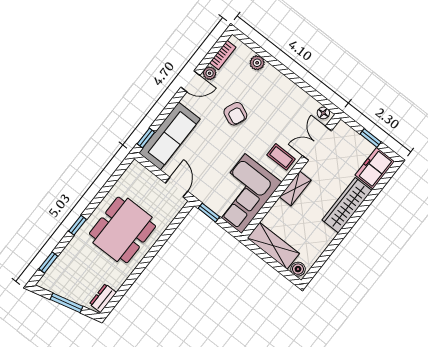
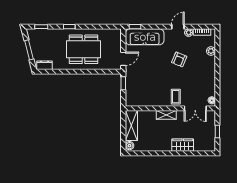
door: (190, 81) -> (178, 27), swing flipped
double door: (317, 143) -> (195, 108), swing flipped
freezer: (375, 168) -> (205, 144), removed
corner sofa: (243, 194) -> (145, 92), removed
wardrobe: (347, 205) -> (183, 145), width x0.67

